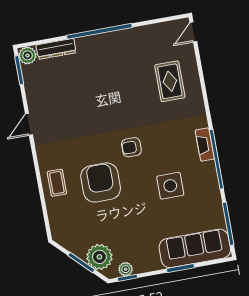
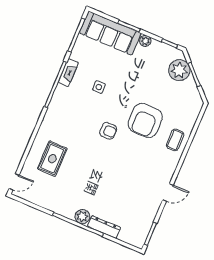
dresser: (56, 49) -> (104, 227), moved
plant: (27, 55) -> (82, 217), moved
fireplace: (205, 145) -> (68, 72), moved
side table: (170, 186) -> (99, 87), width x0.54, depth x0.54
plant: (126, 269) -> (145, 41), moved

